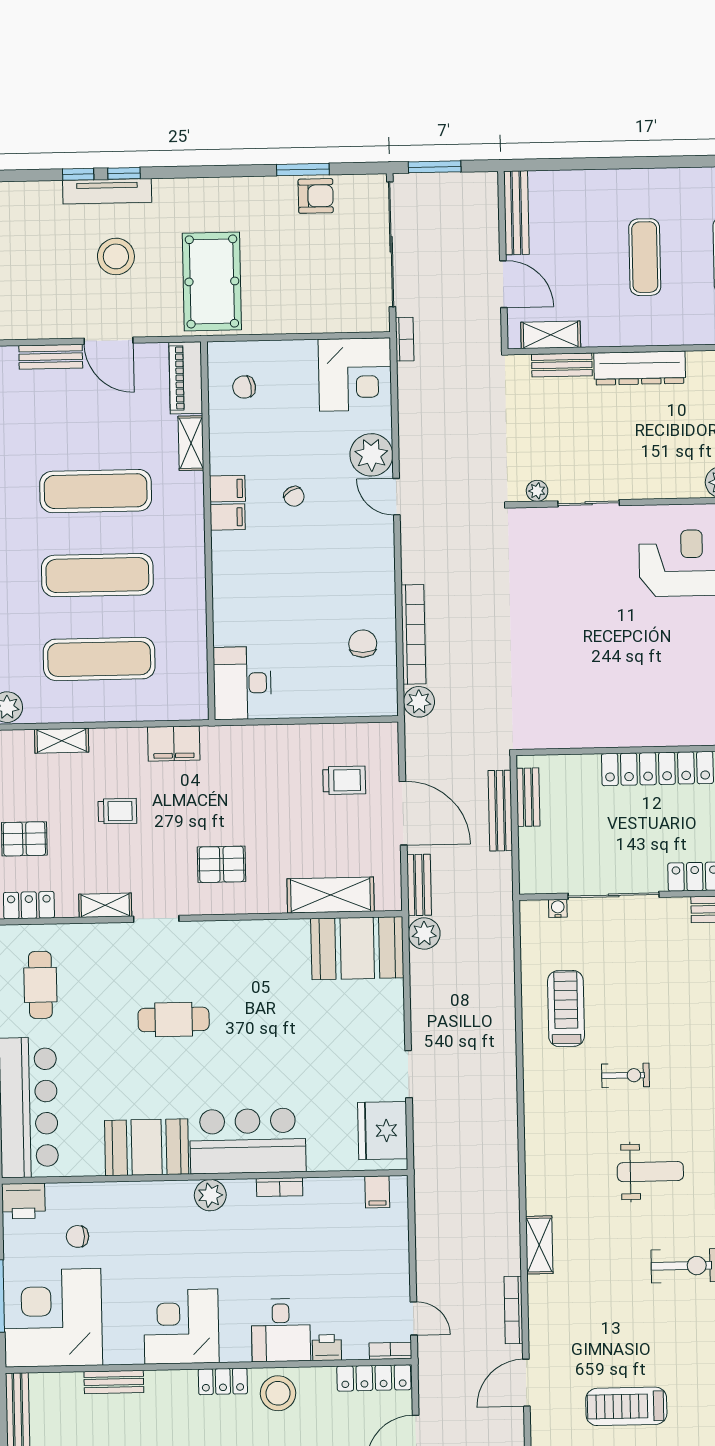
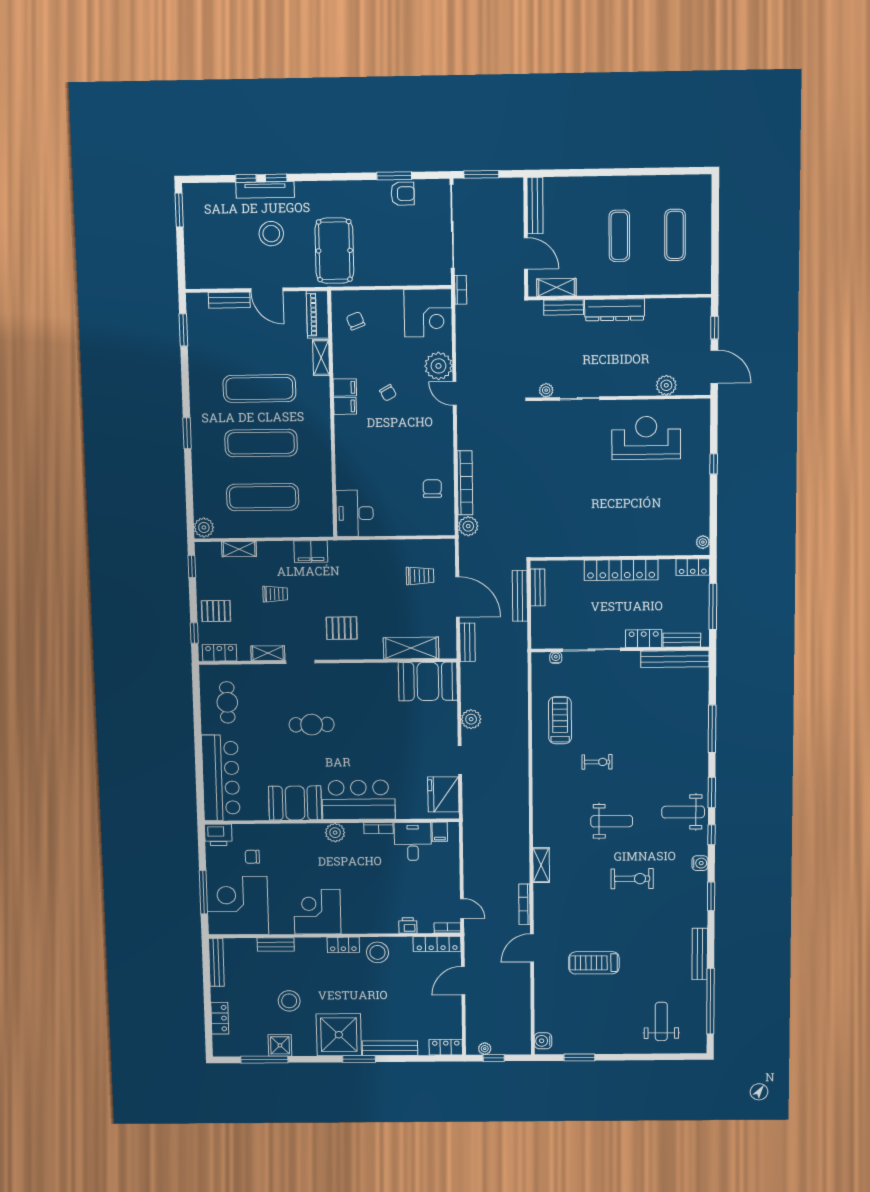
chair: (244, 387) -> (356, 321), turned 78
plant: (424, 934) -> (471, 719), moved
desk: (281, 1330) -> (413, 841), moved, turned 180

